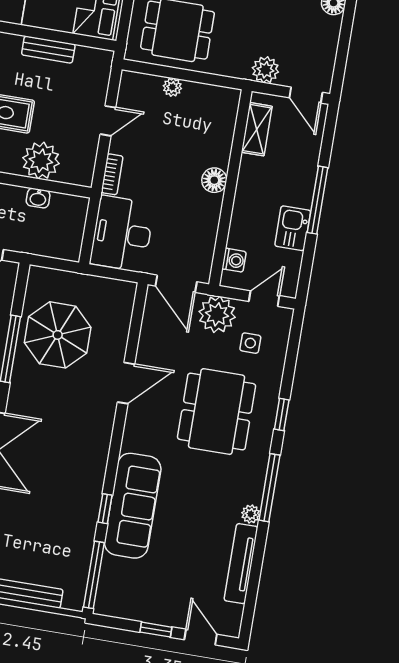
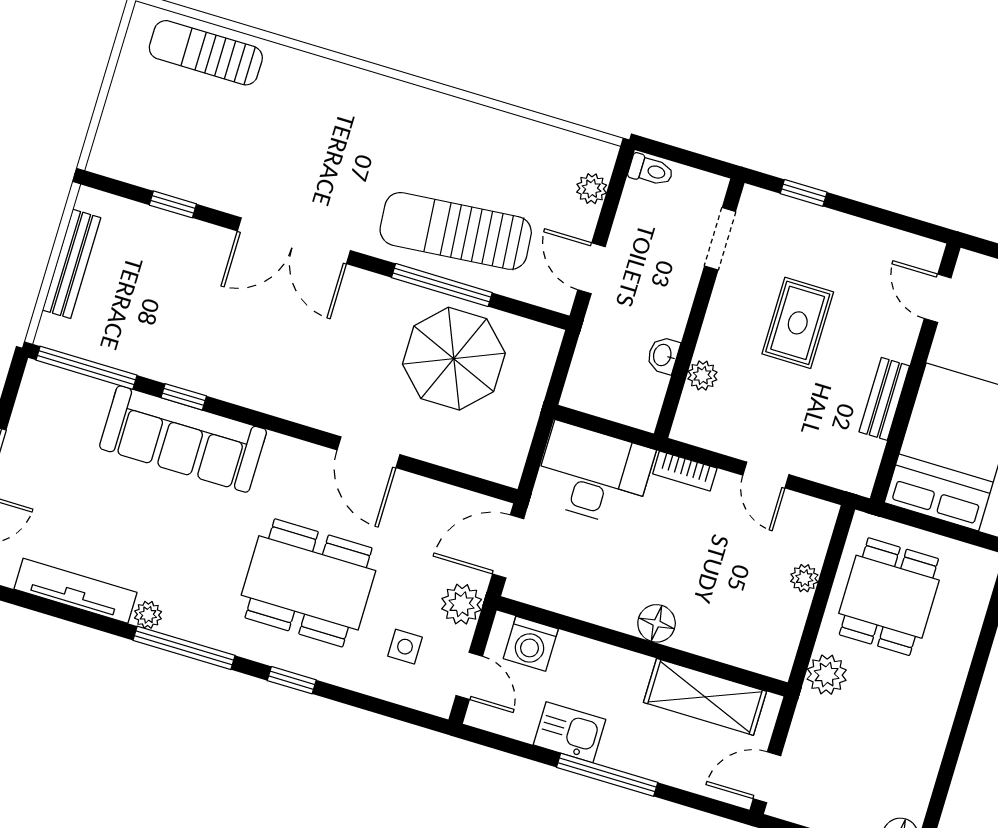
plant: (265, 70) -> (827, 675), moved
shelving: (257, 129) -> (705, 697), width x1.50, depth x1.33
plant: (41, 161) -> (702, 376), width x0.53, depth x0.53
washing machine: (234, 260) -> (531, 644), width x1.38, depth x1.38
plant: (217, 314) -> (462, 604), width x0.73, depth x0.73

